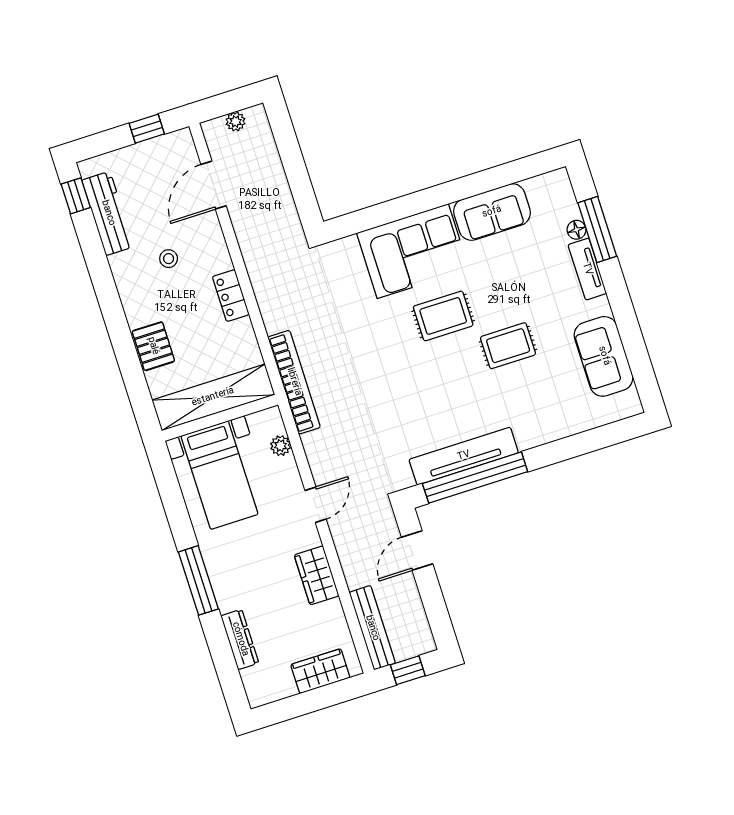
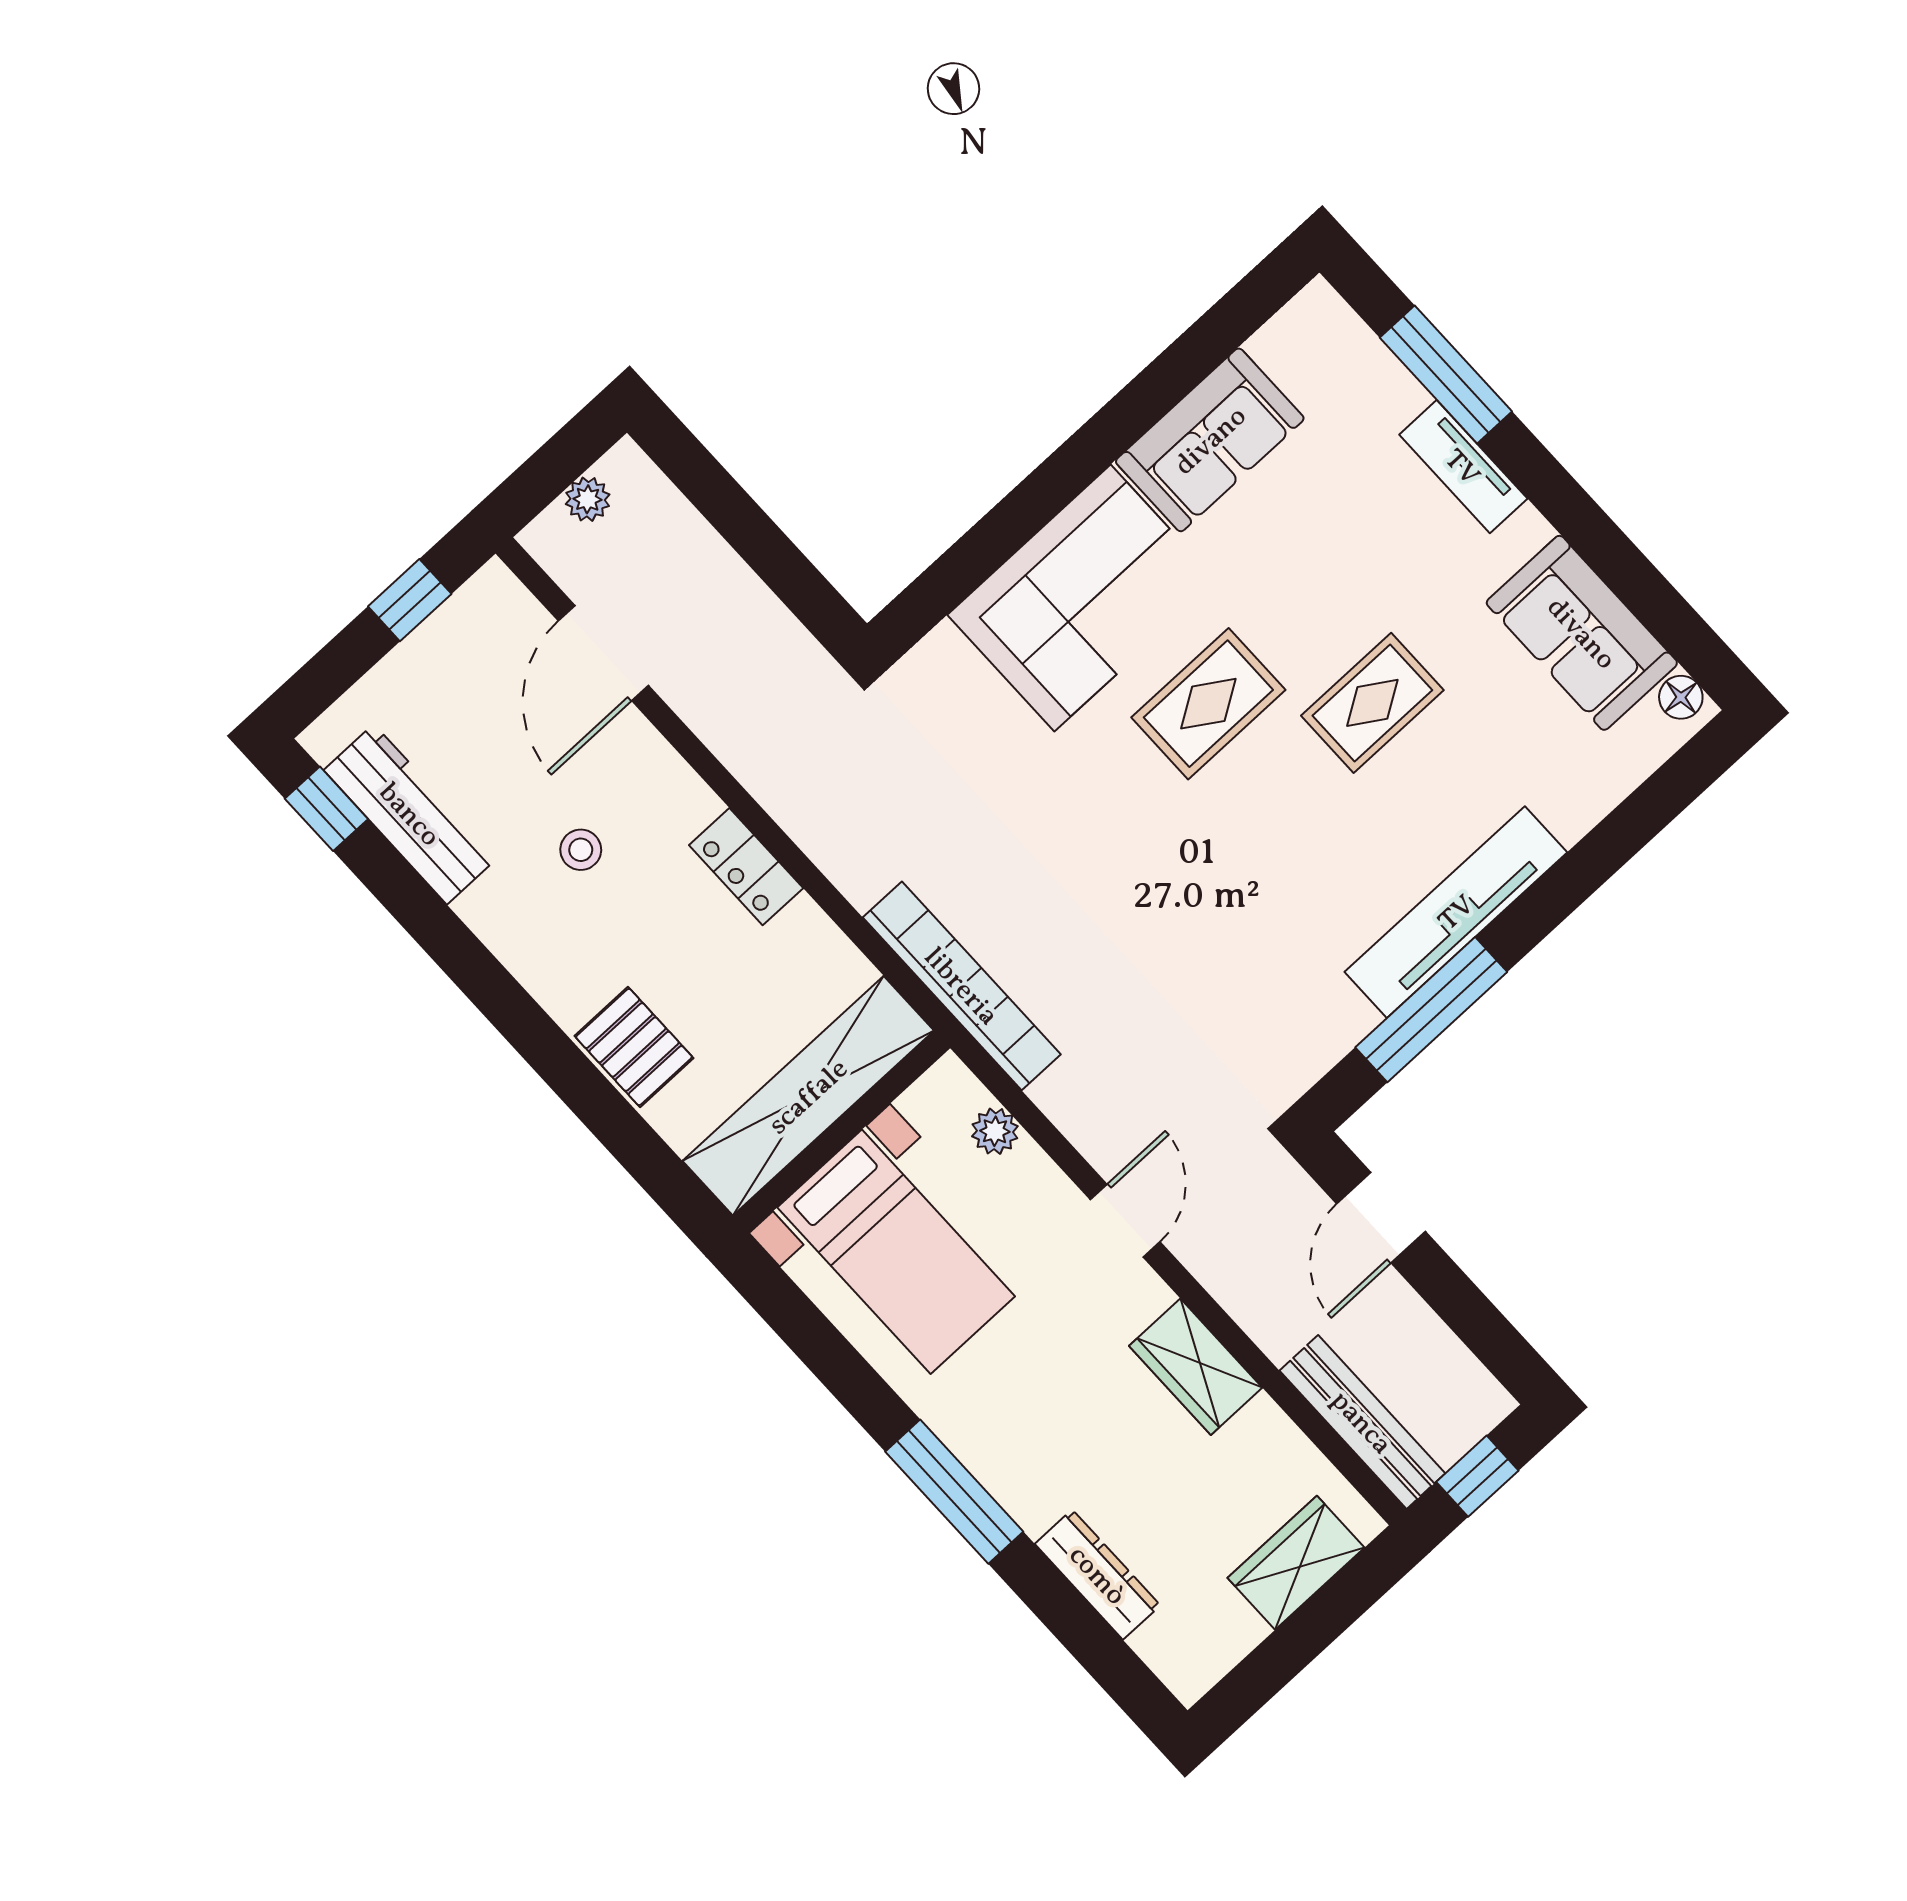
floor lamp: (577, 230) -> (1681, 697), moved
tv unit: (464, 456) -> (1456, 912), moved
window: (475, 478) -> (1431, 1010), width x0.68

